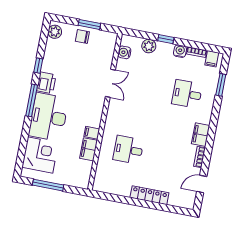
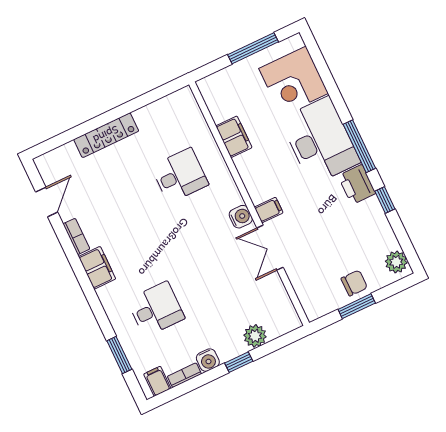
water cooler: (124, 52) -> (241, 217), moved
filing cabinet: (92, 133) -> (269, 210), moved

